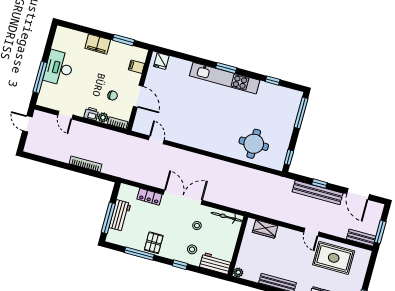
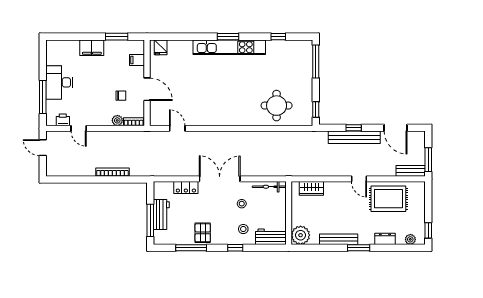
printer: (91, 114) -> (63, 120), moved
plant: (238, 272) -> (301, 235), width x1.87, depth x1.87

